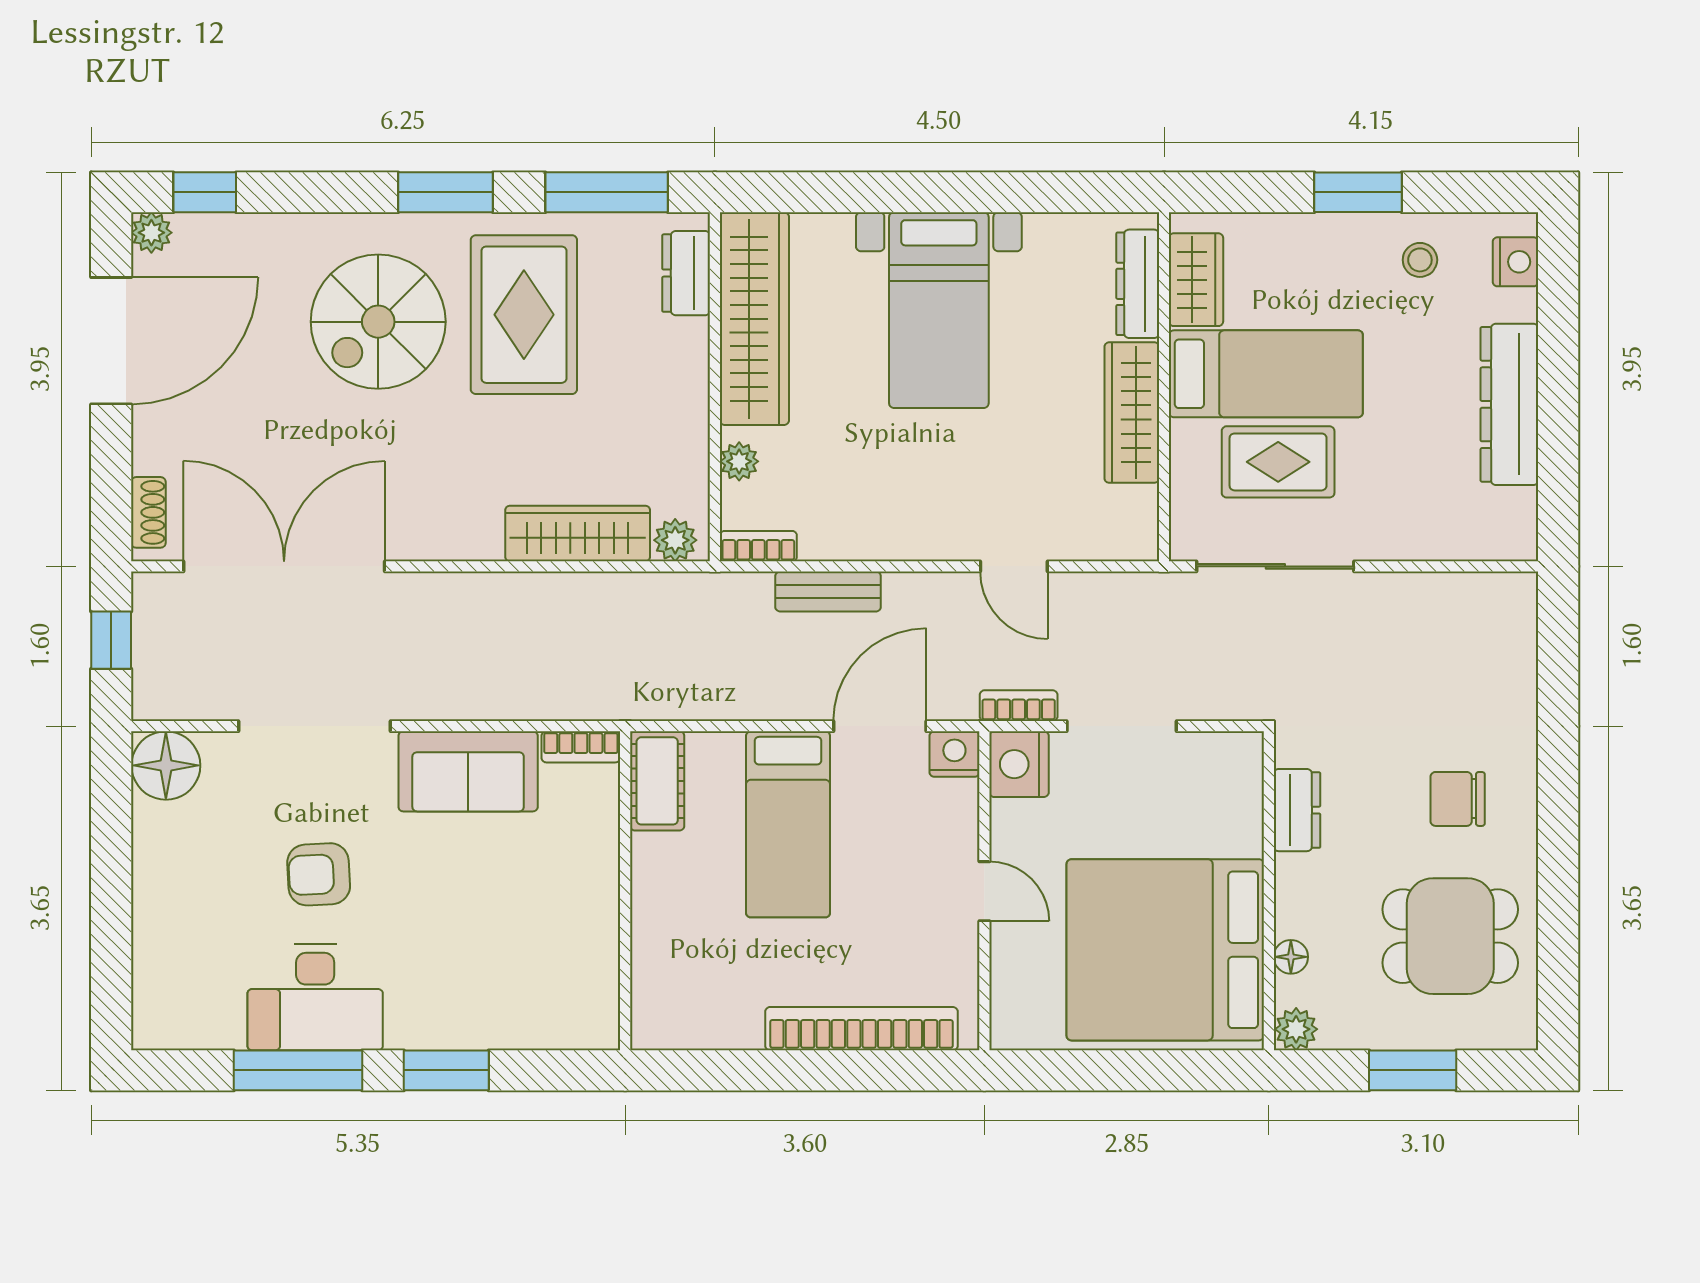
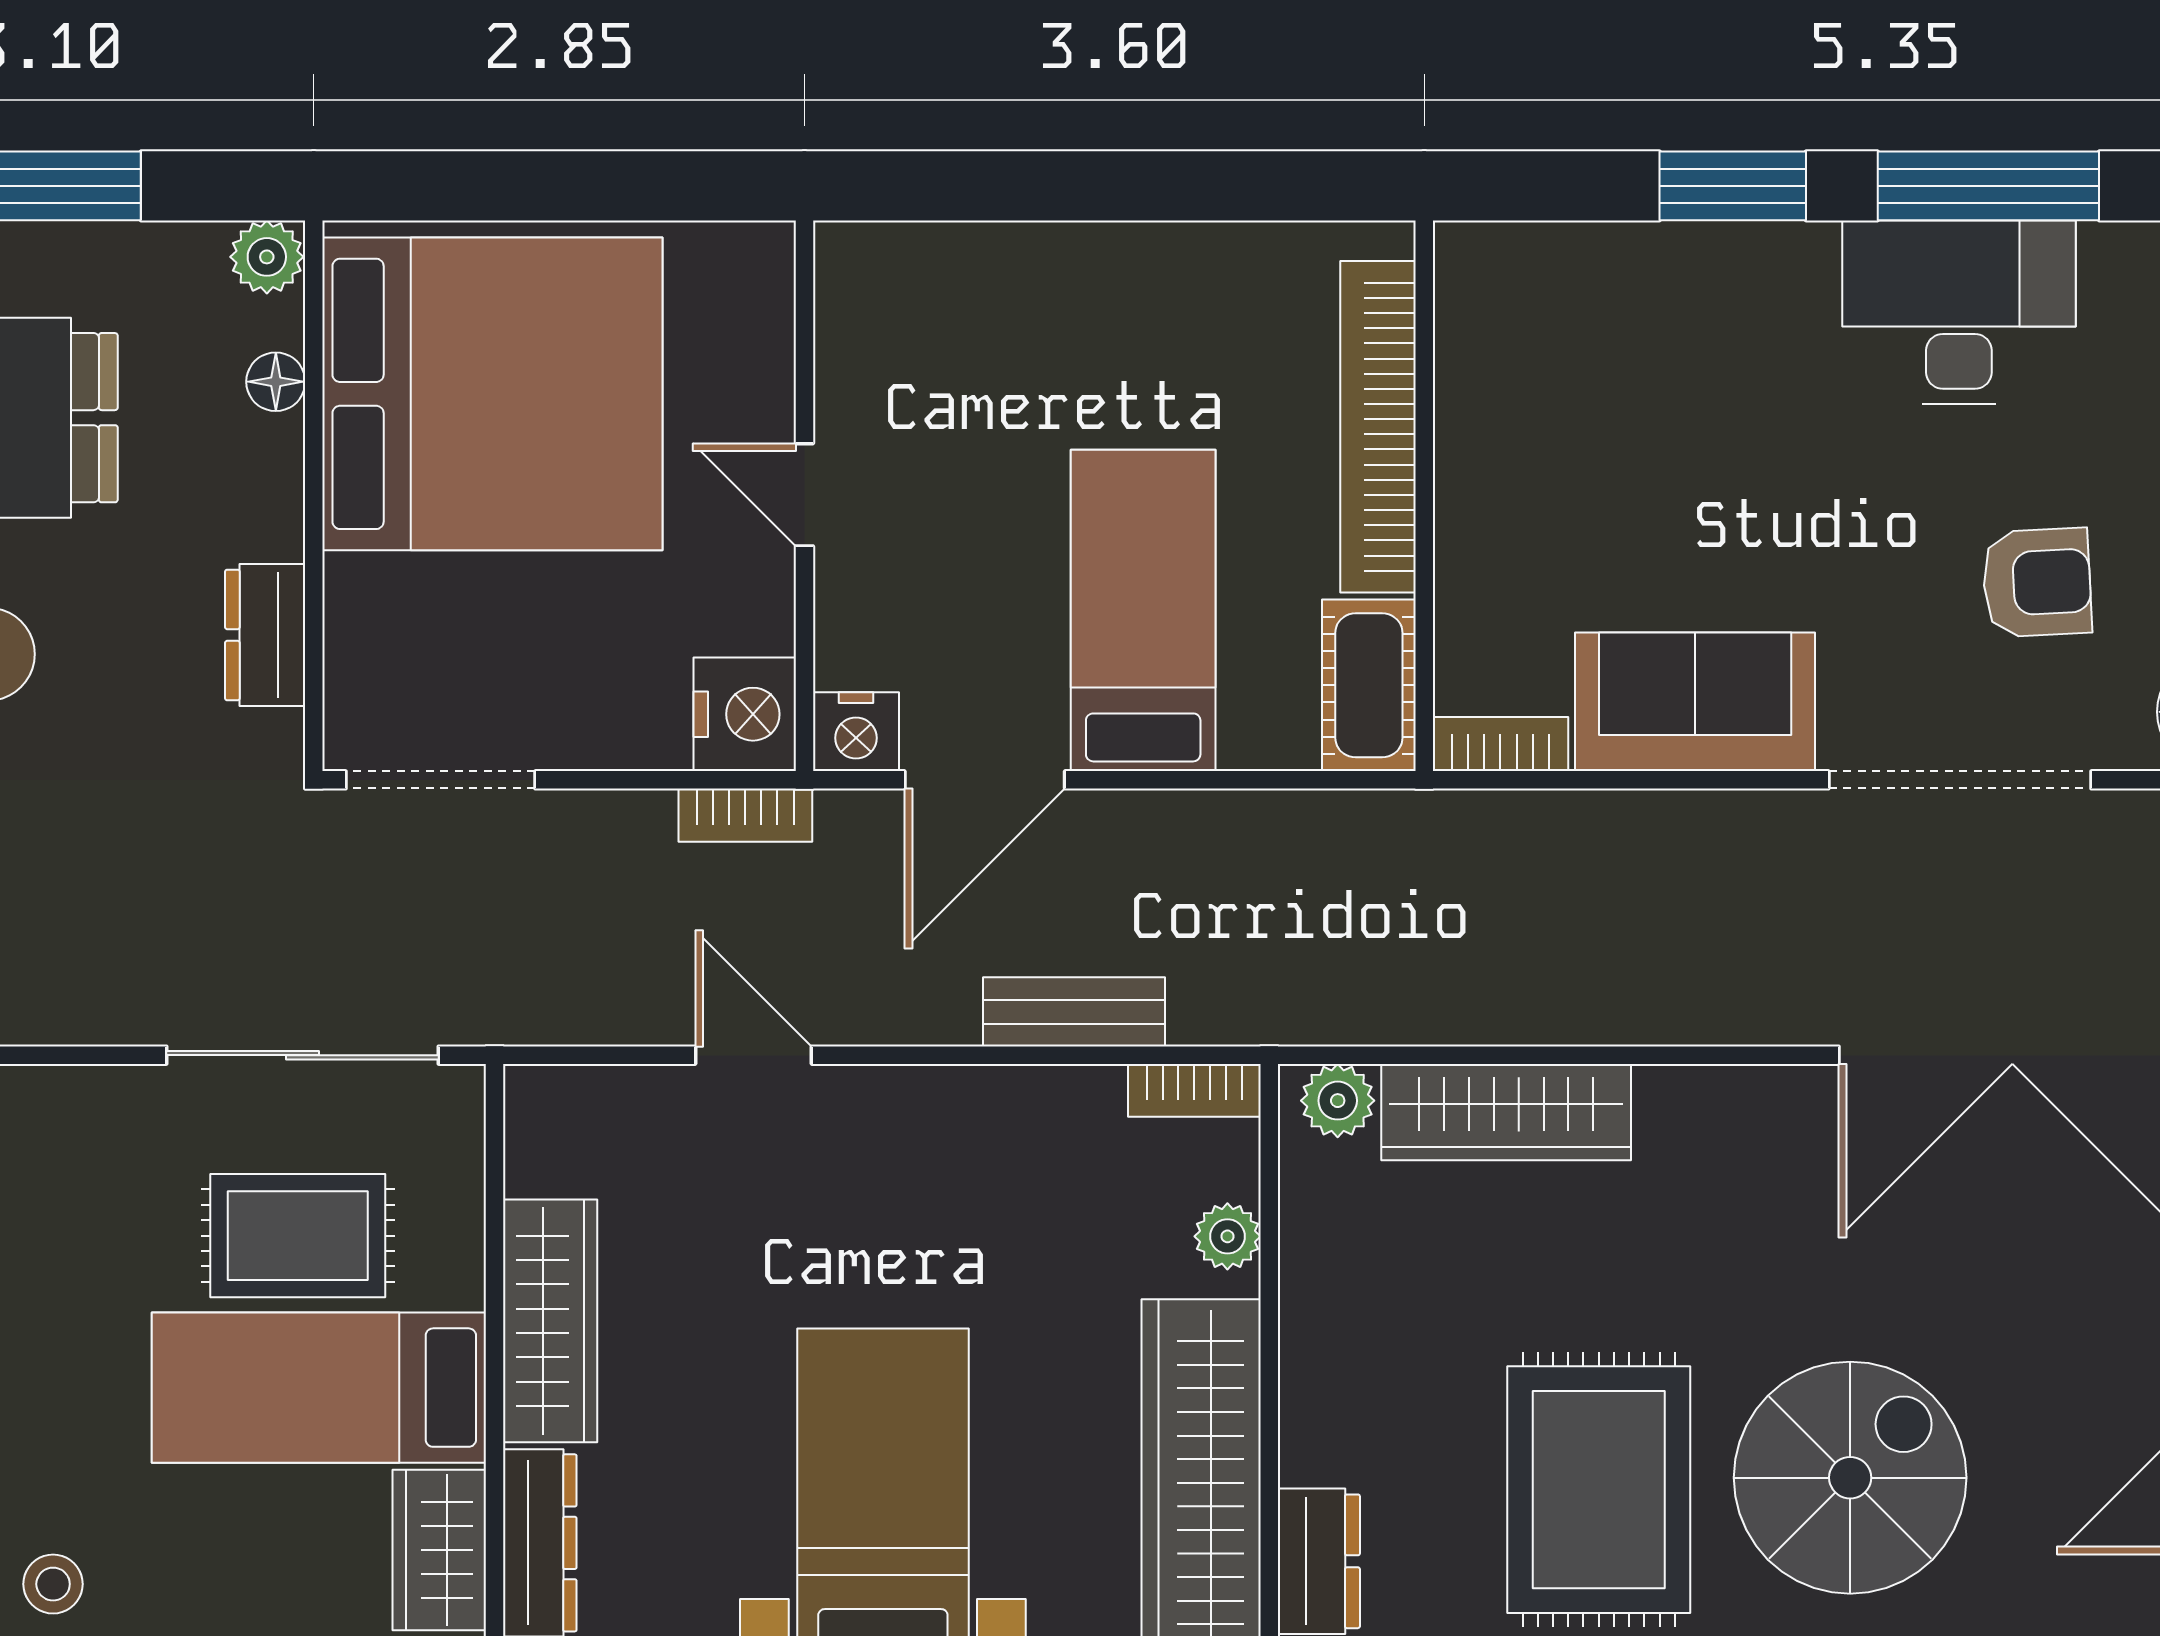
doorway: (1122, 726) -> (440, 780), moved
armchair: (319, 874) -> (2037, 583), moved
bookcase: (861, 1029) -> (1378, 427), moved, turned 90

